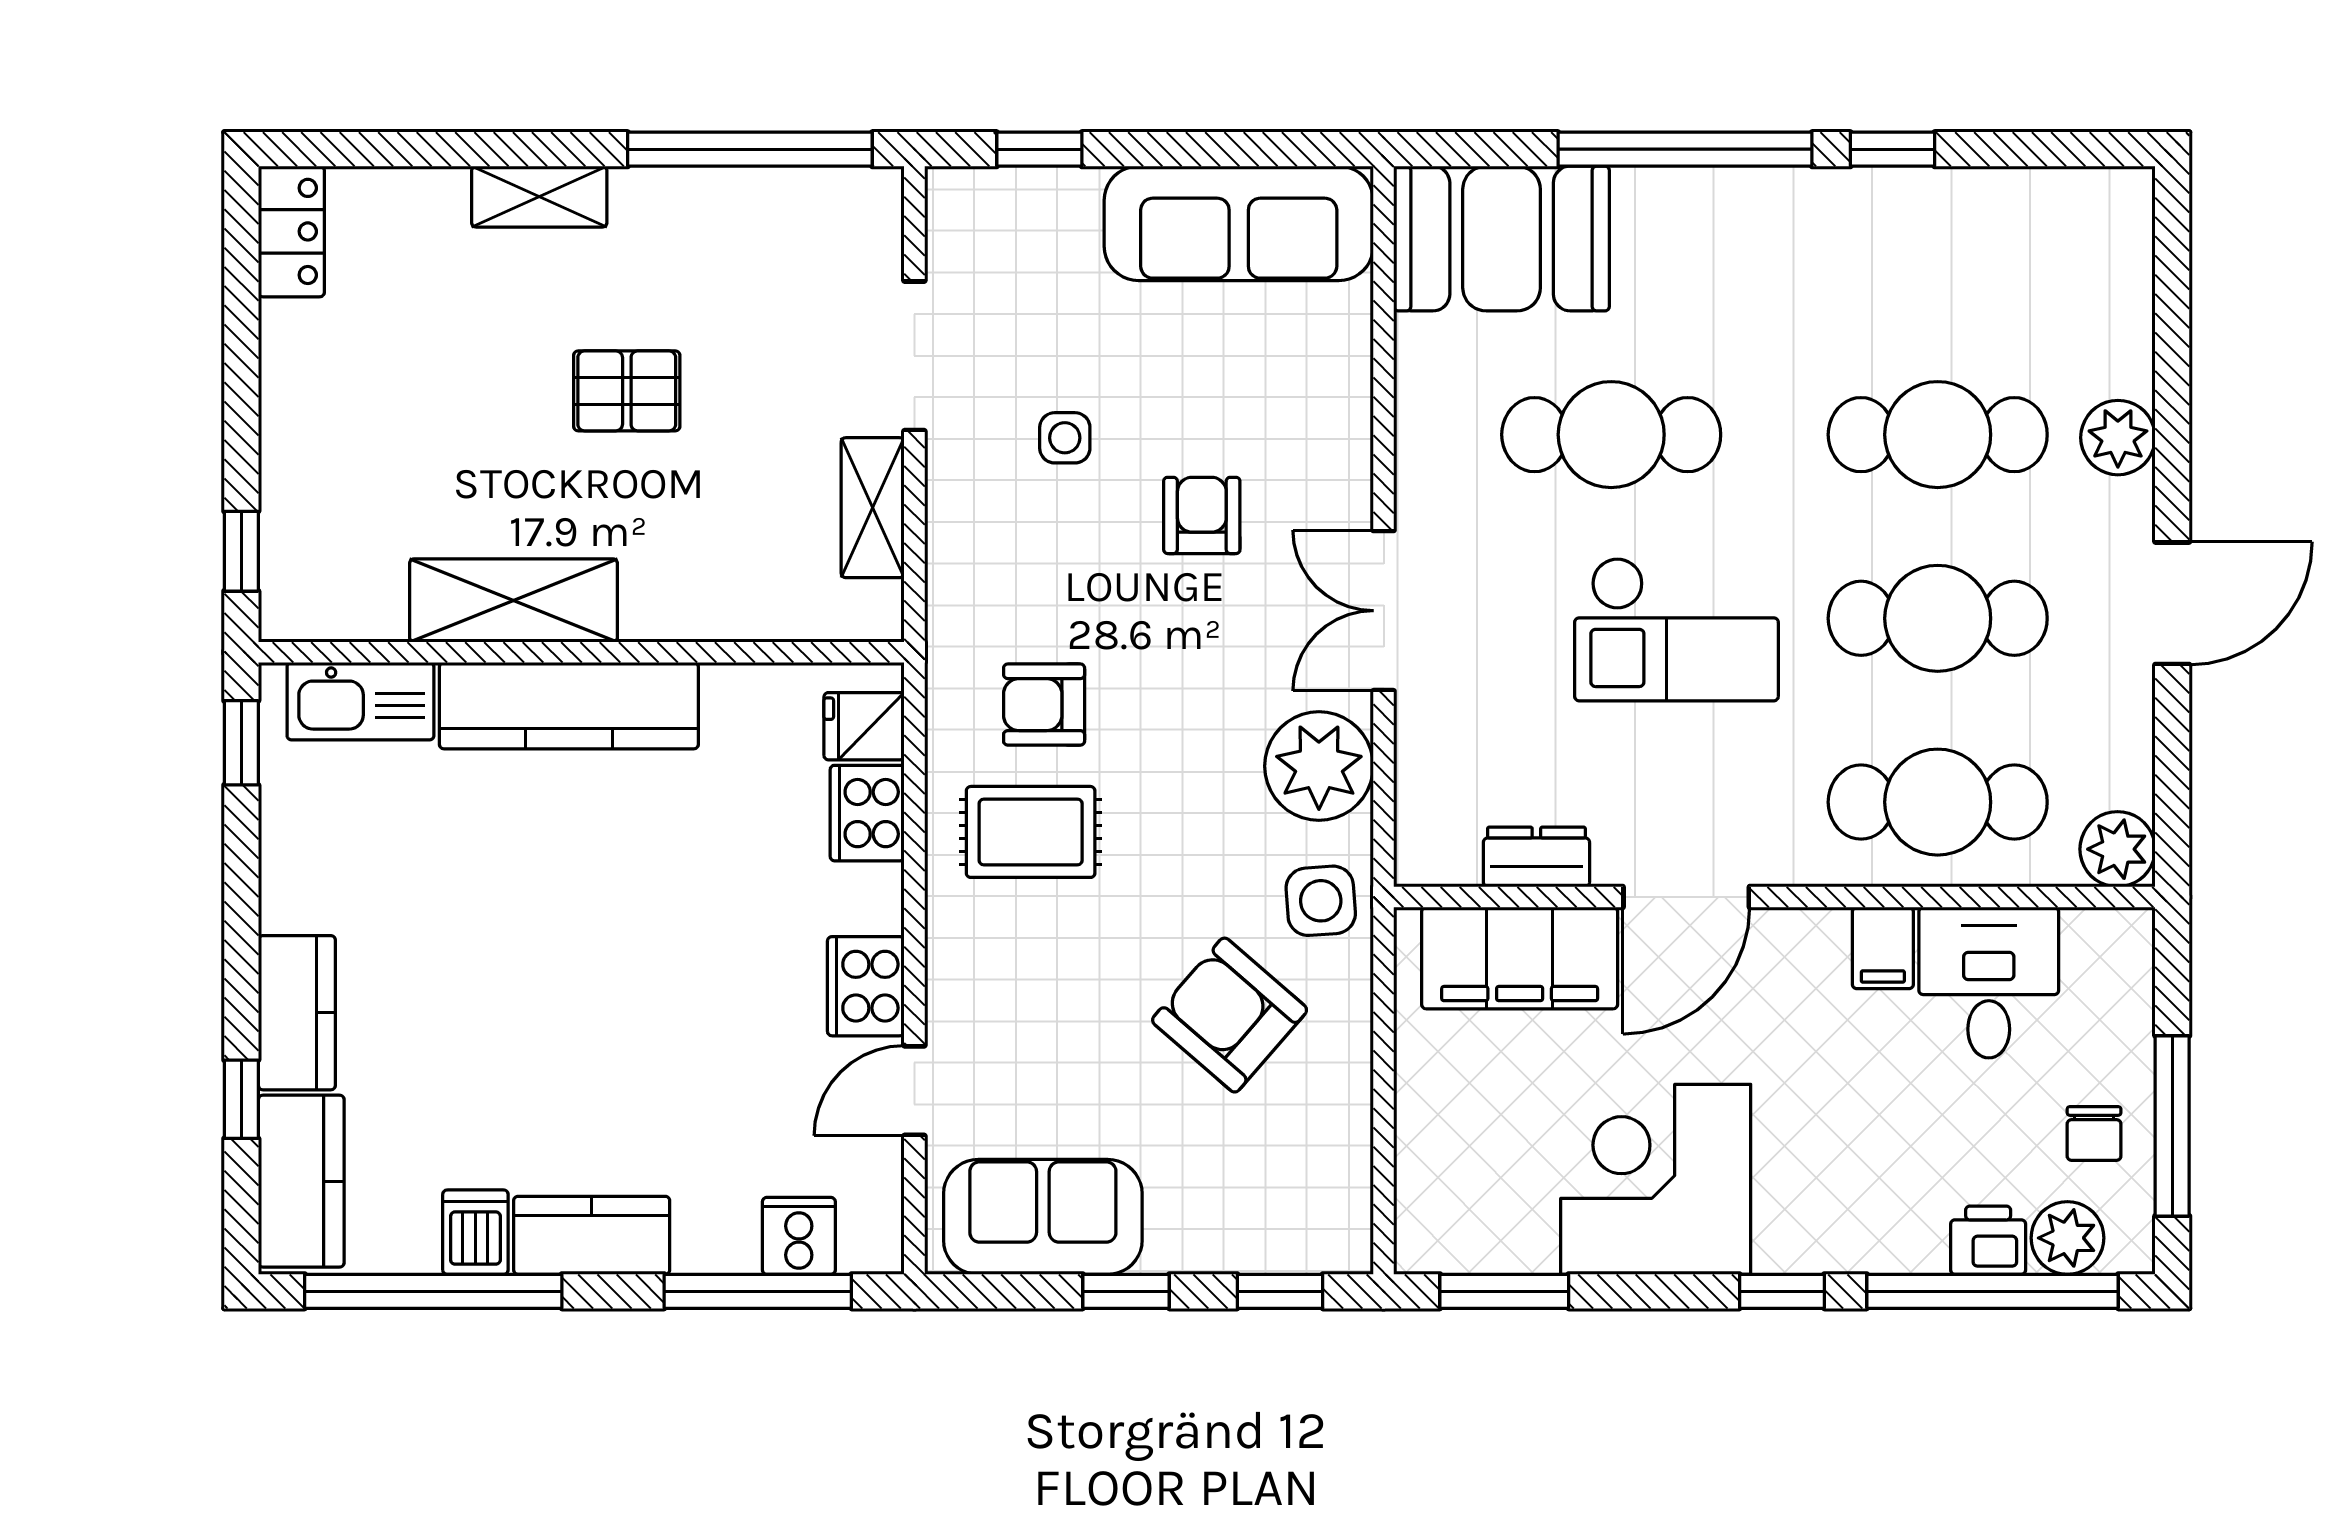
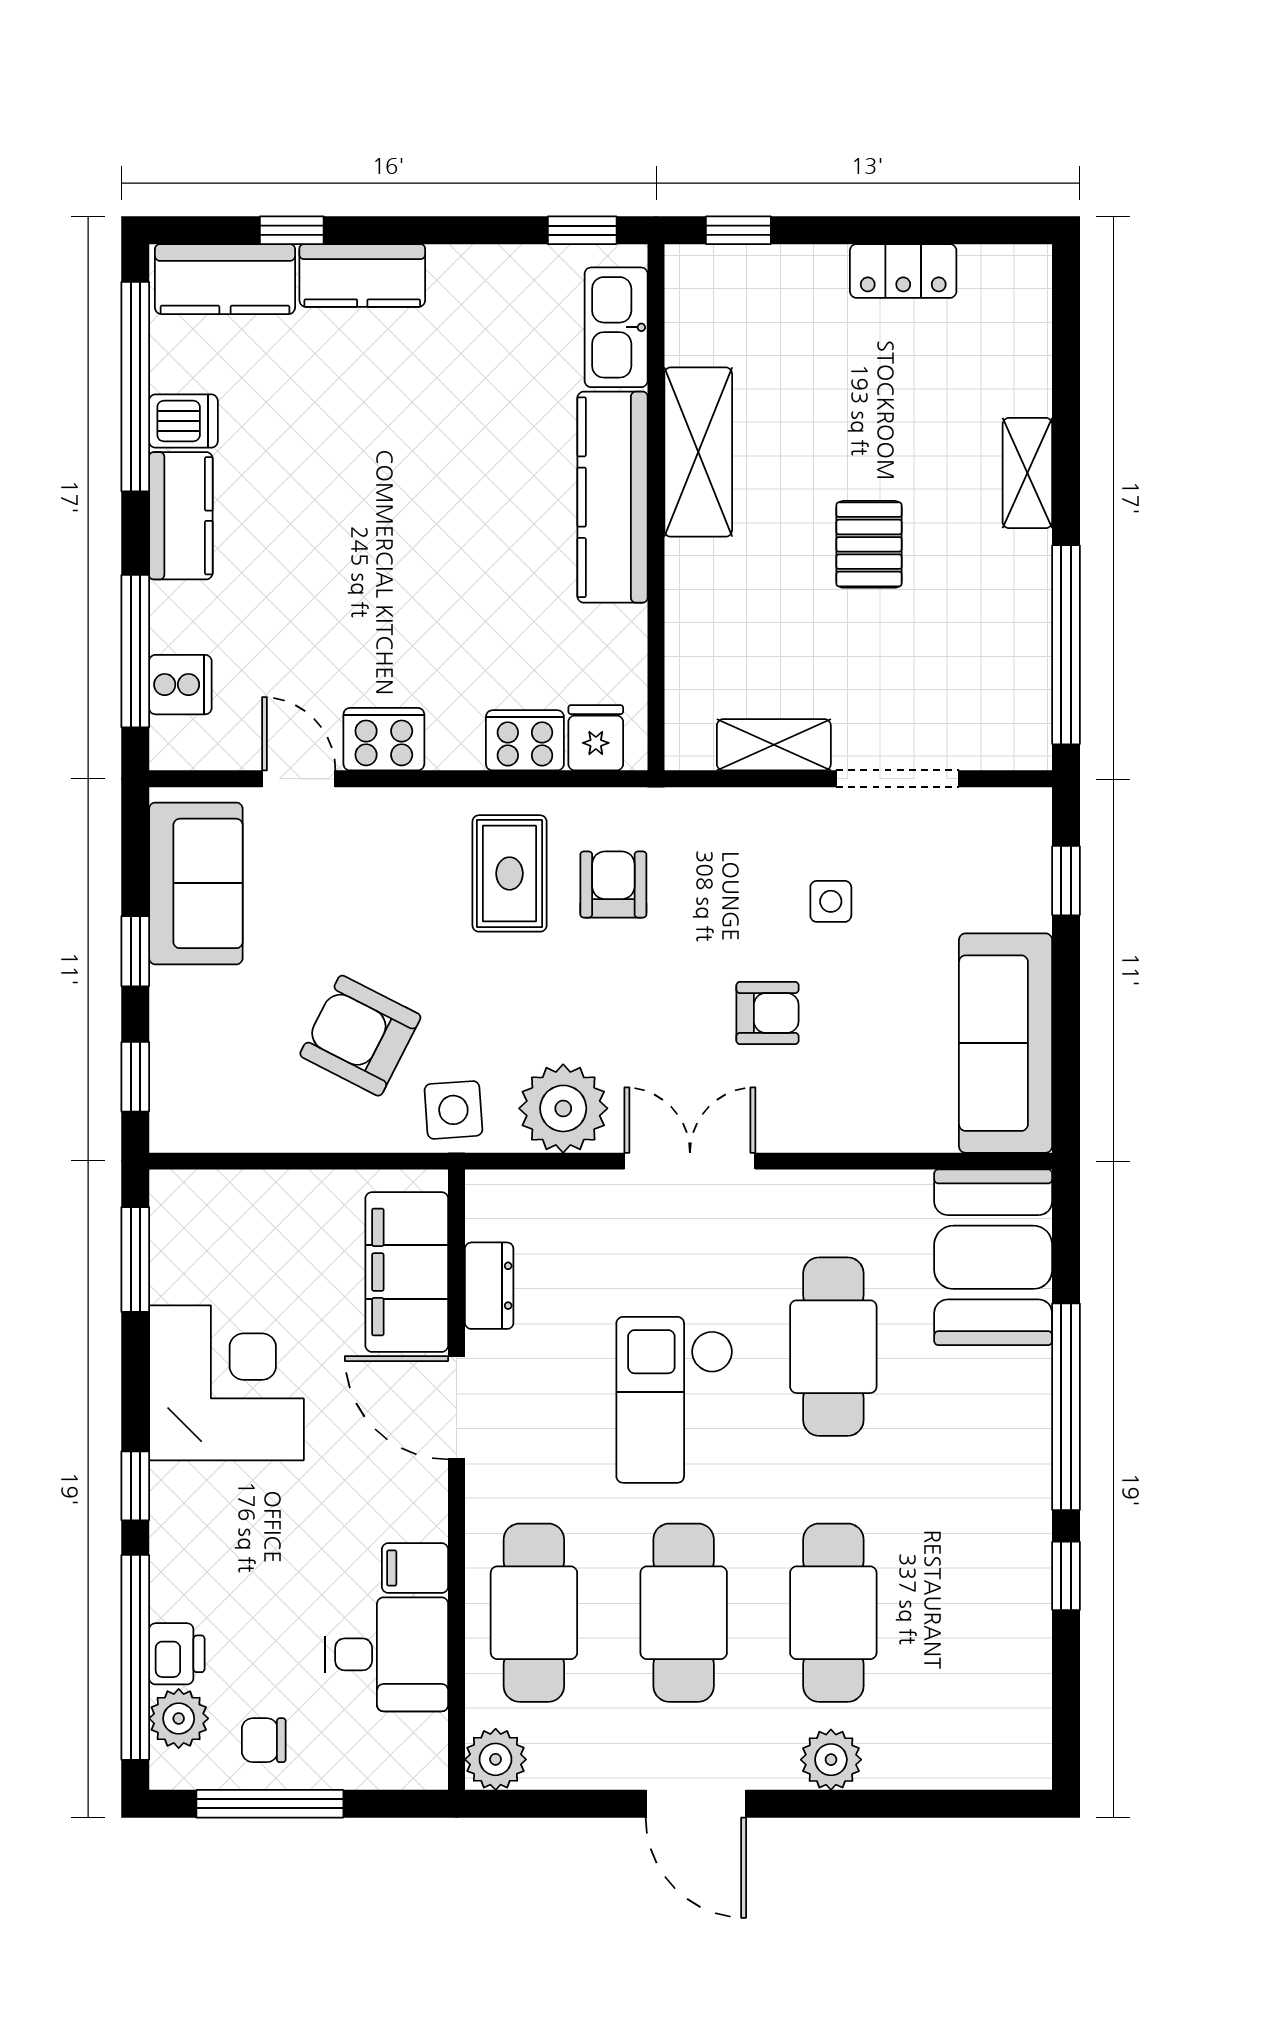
locker: (291, 231) -> (903, 271), moved
armchair: (1230, 1015) -> (360, 1036), turned -104

